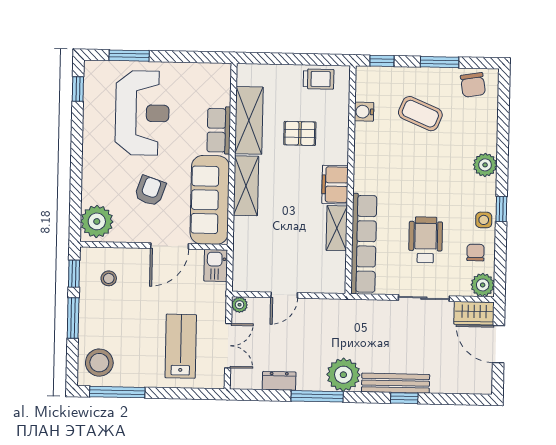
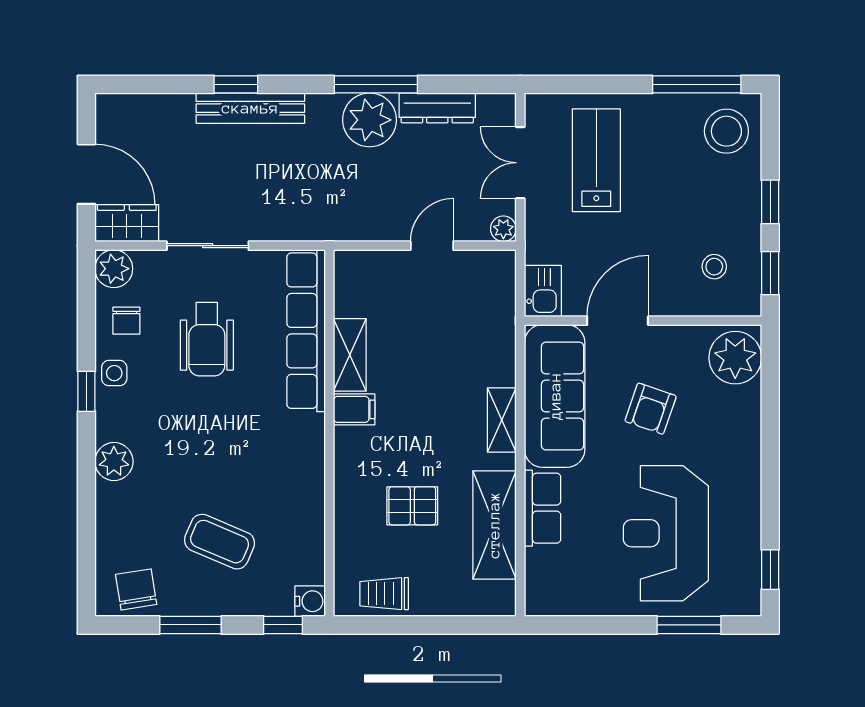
water cooler: (364, 112) -> (310, 601), moved
filing cabinet: (335, 185) -> (354, 409), width x0.50
shelving: (246, 186) -> (502, 420), width x0.67, depth x0.75
window: (73, 318) -> (770, 202), width x0.67
lab bench: (181, 346) -> (596, 160), turned 180
plant: (343, 375) -> (370, 120), moved
dresser: (279, 381) -> (437, 108), width x1.44

